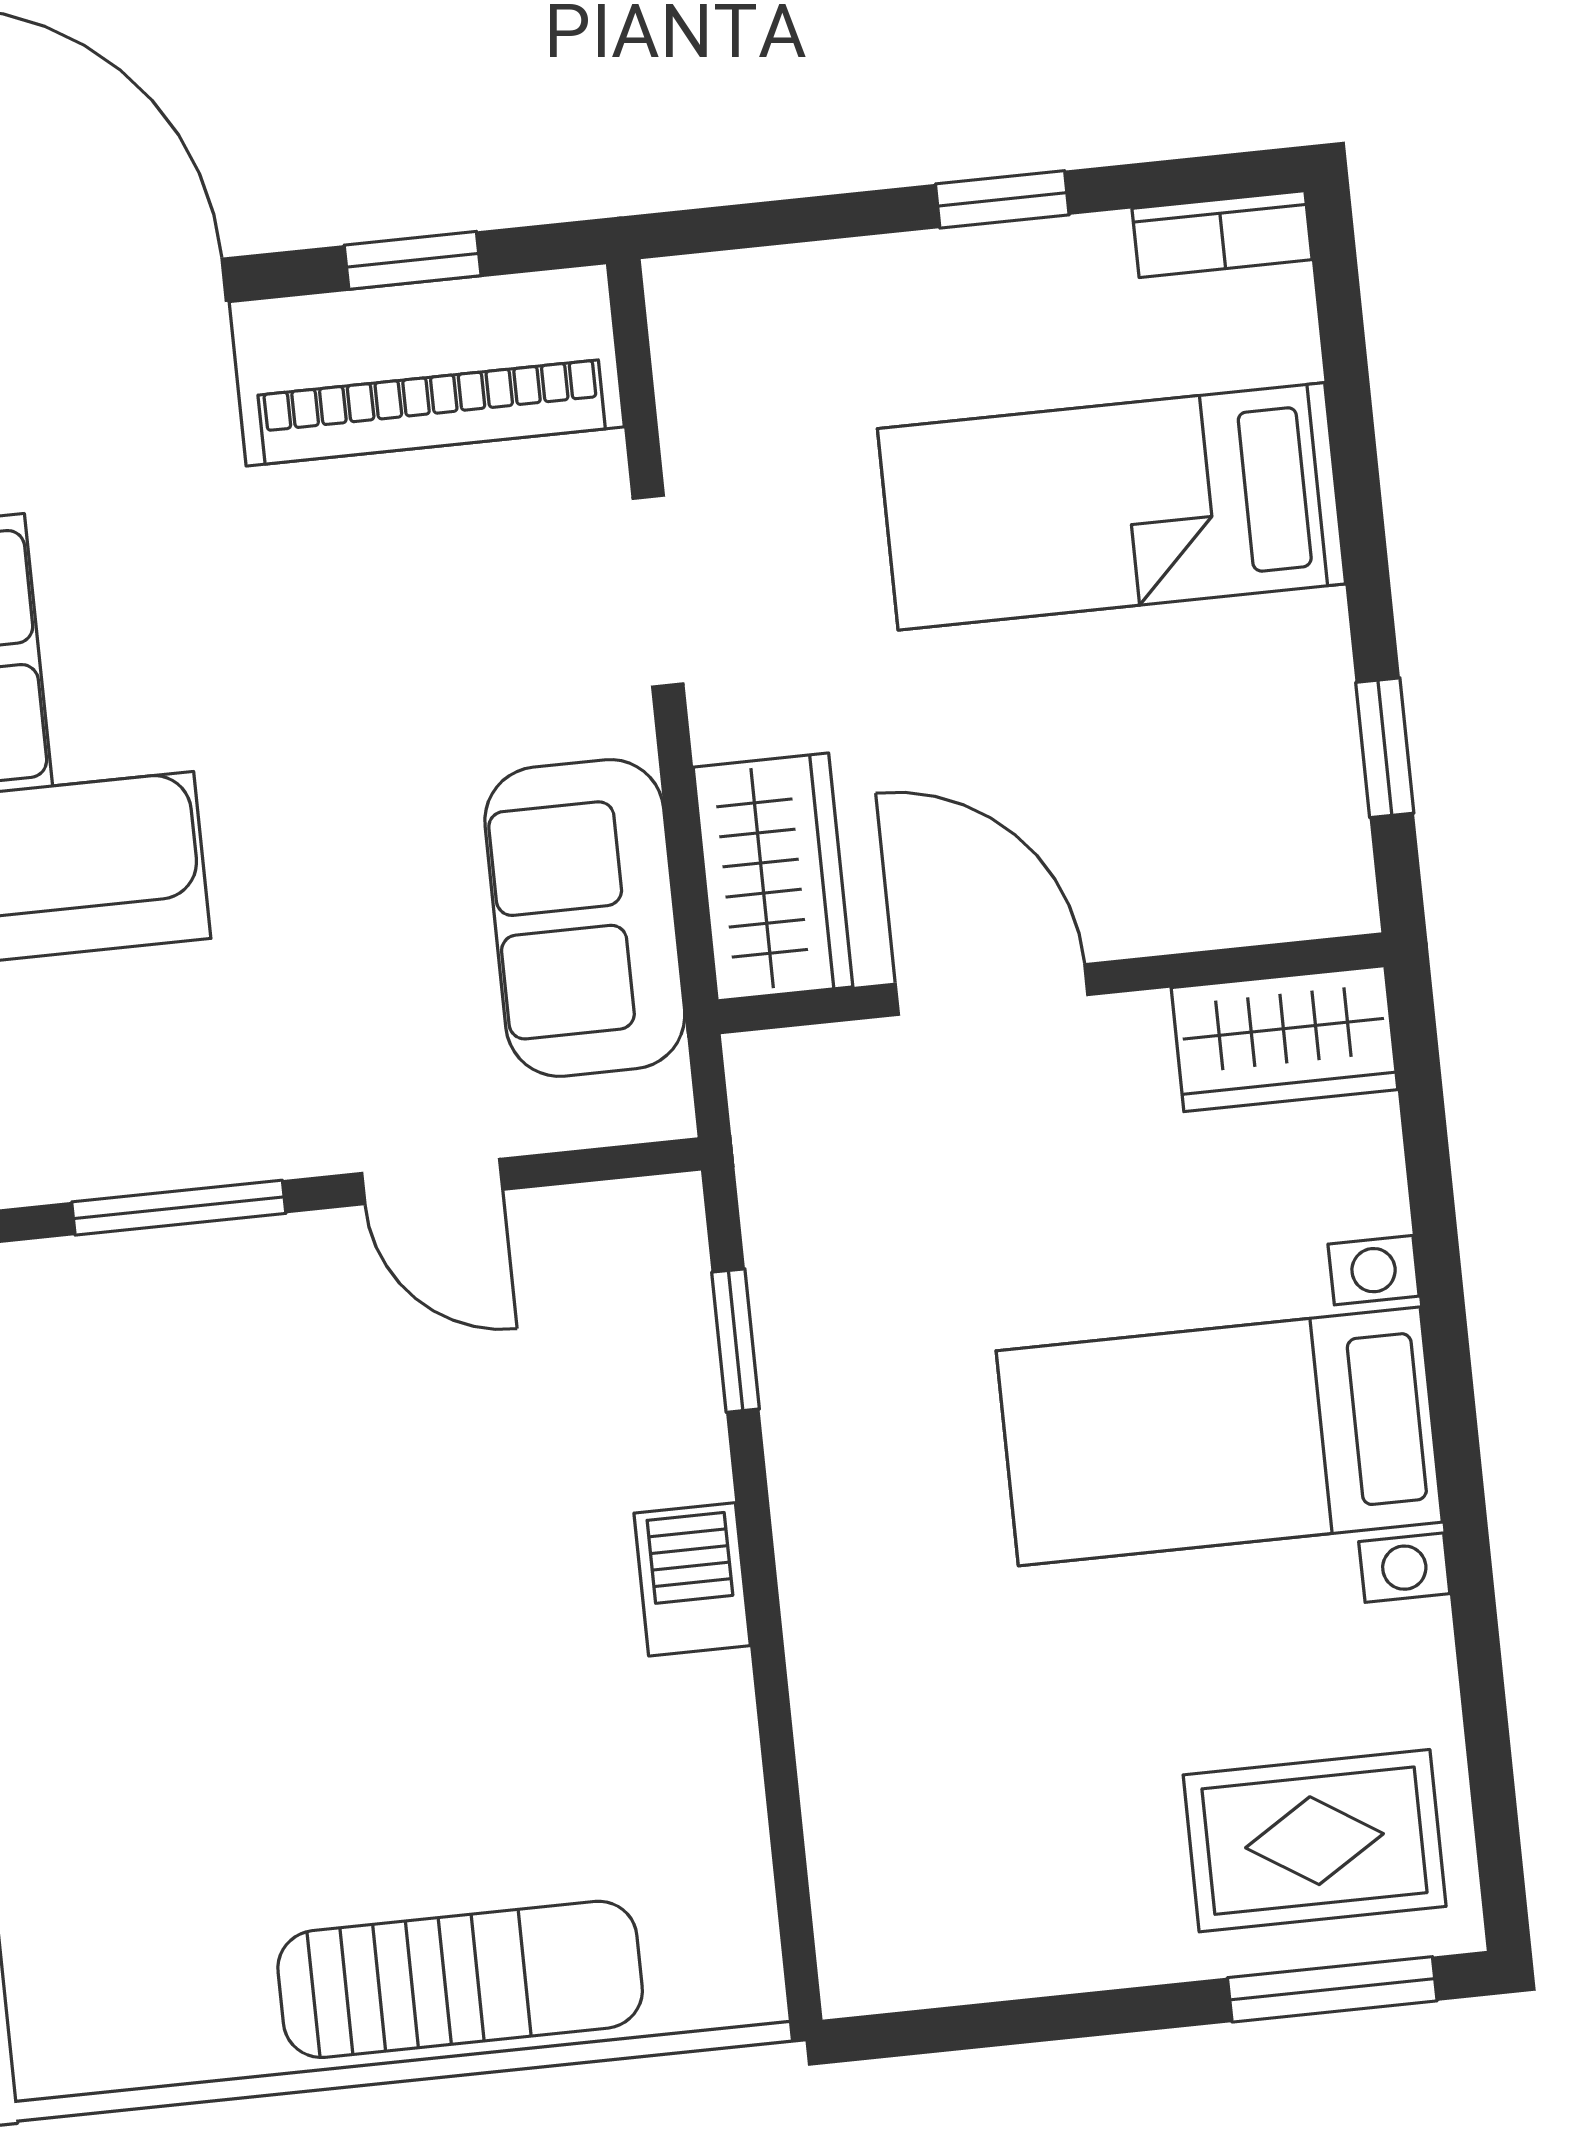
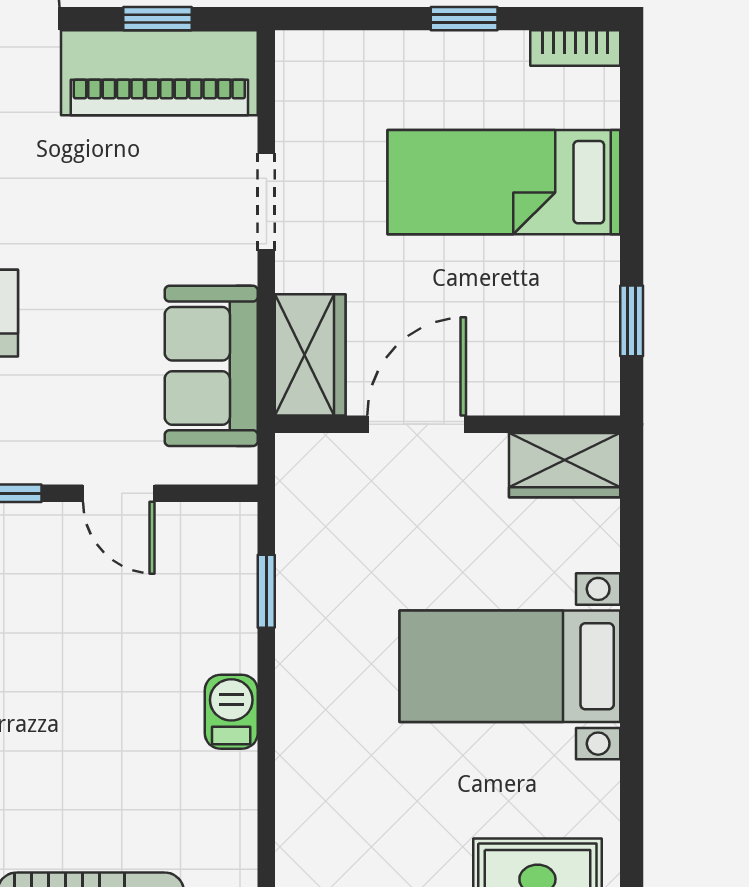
door: (992, 989) -> (417, 424), hinge flipped

